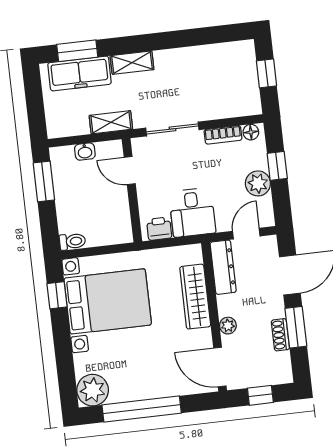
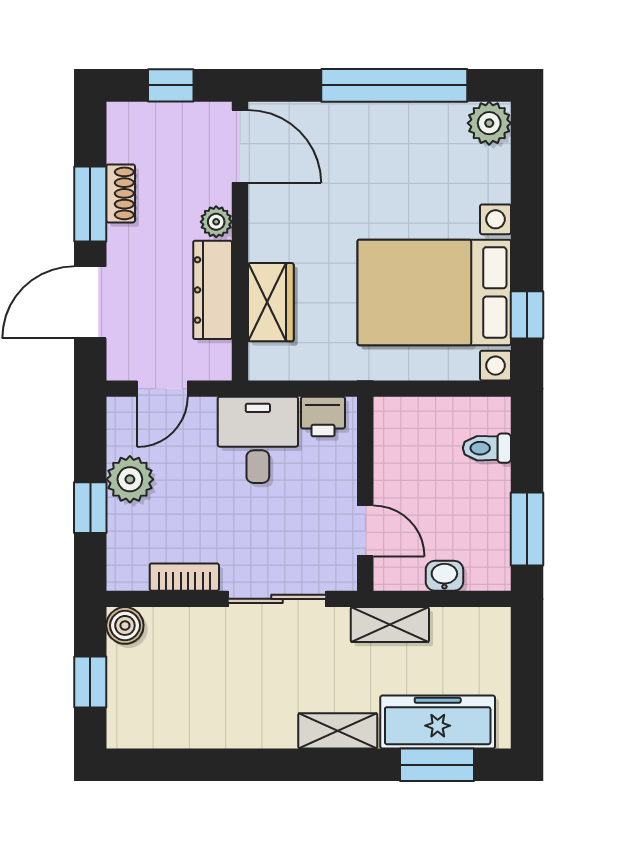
boiler: (252, 105) -> (125, 625), added
floor lamp: (251, 132) -> (132, 576), removed
toilet: (72, 241) -> (487, 448), moved
dresser: (223, 267) -> (213, 290), moved
wardrobe: (195, 297) -> (271, 302), width x0.67
plant: (93, 390) -> (489, 123), width x0.73, depth x0.73

